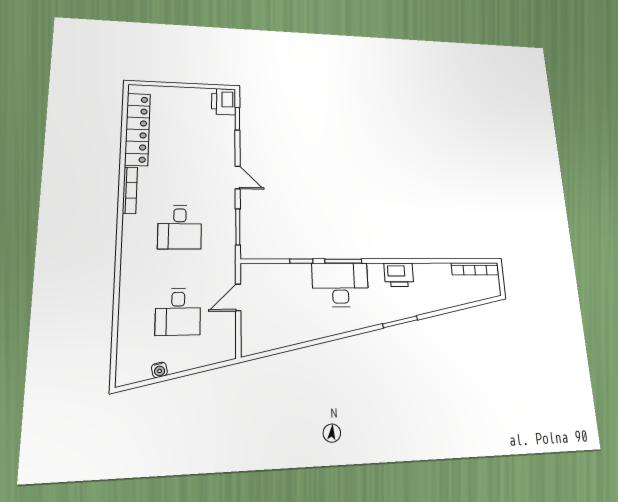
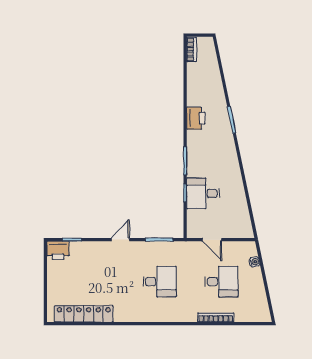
bookcase: (130, 190) -> (216, 318), moved
bookcase: (475, 269) -> (192, 49), width x0.64
desk: (340, 285) -> (203, 193), moved, width x0.73
water cooler: (159, 370) -> (255, 262), moved

